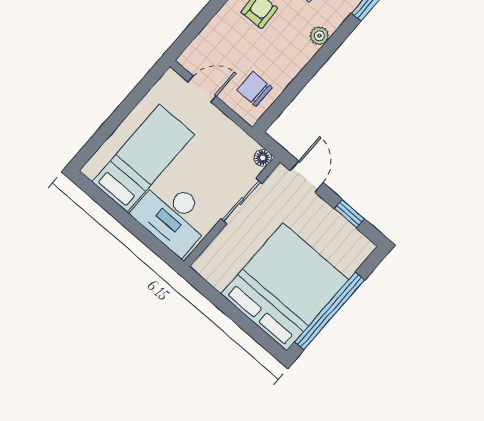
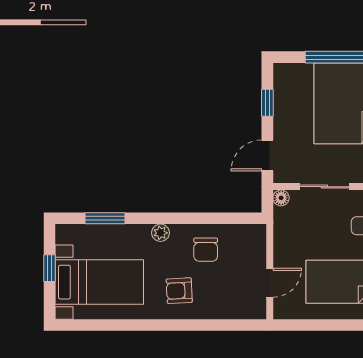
door: (202, 89) -> (270, 283), swing flipped
chair: (254, 89) -> (206, 250), moved

